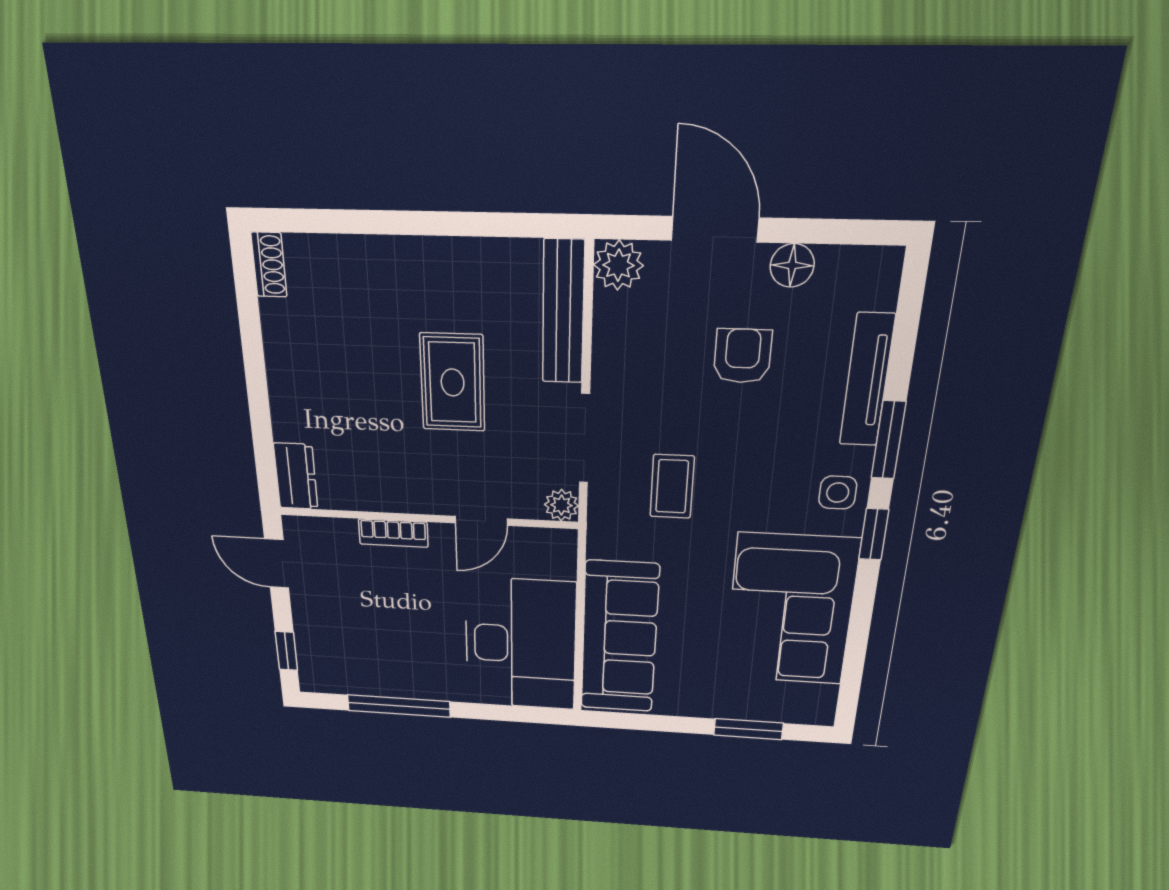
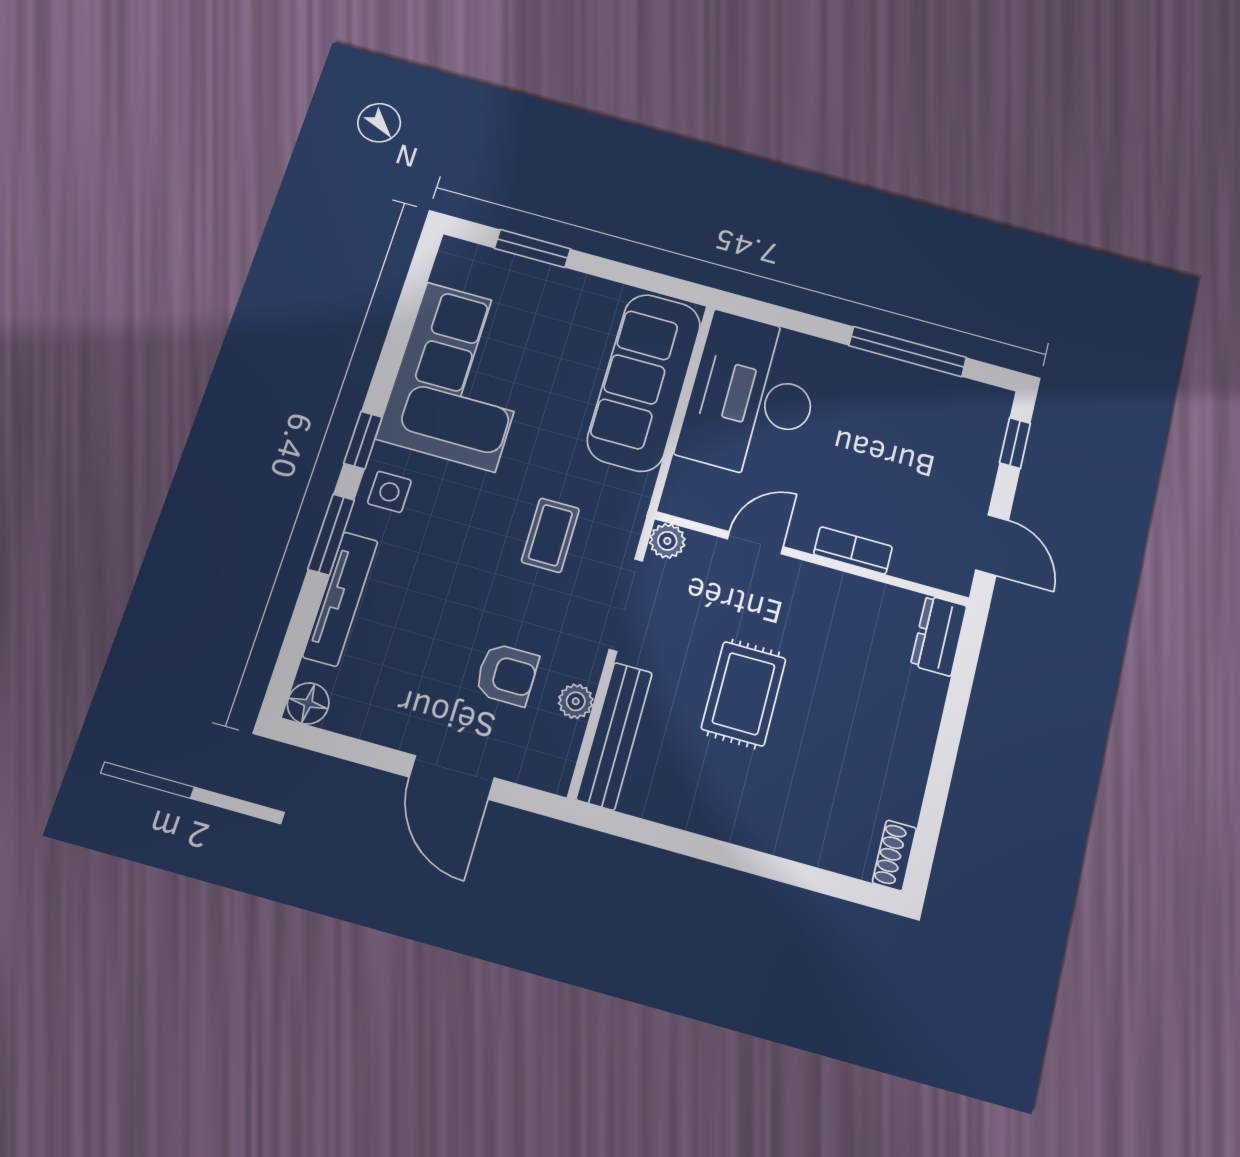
plant: (618, 265) -> (576, 701), moved, width x0.73, depth x0.73
floor lamp: (792, 265) -> (308, 703), moved
armchair: (743, 356) -> (507, 675), moved, turned -90

